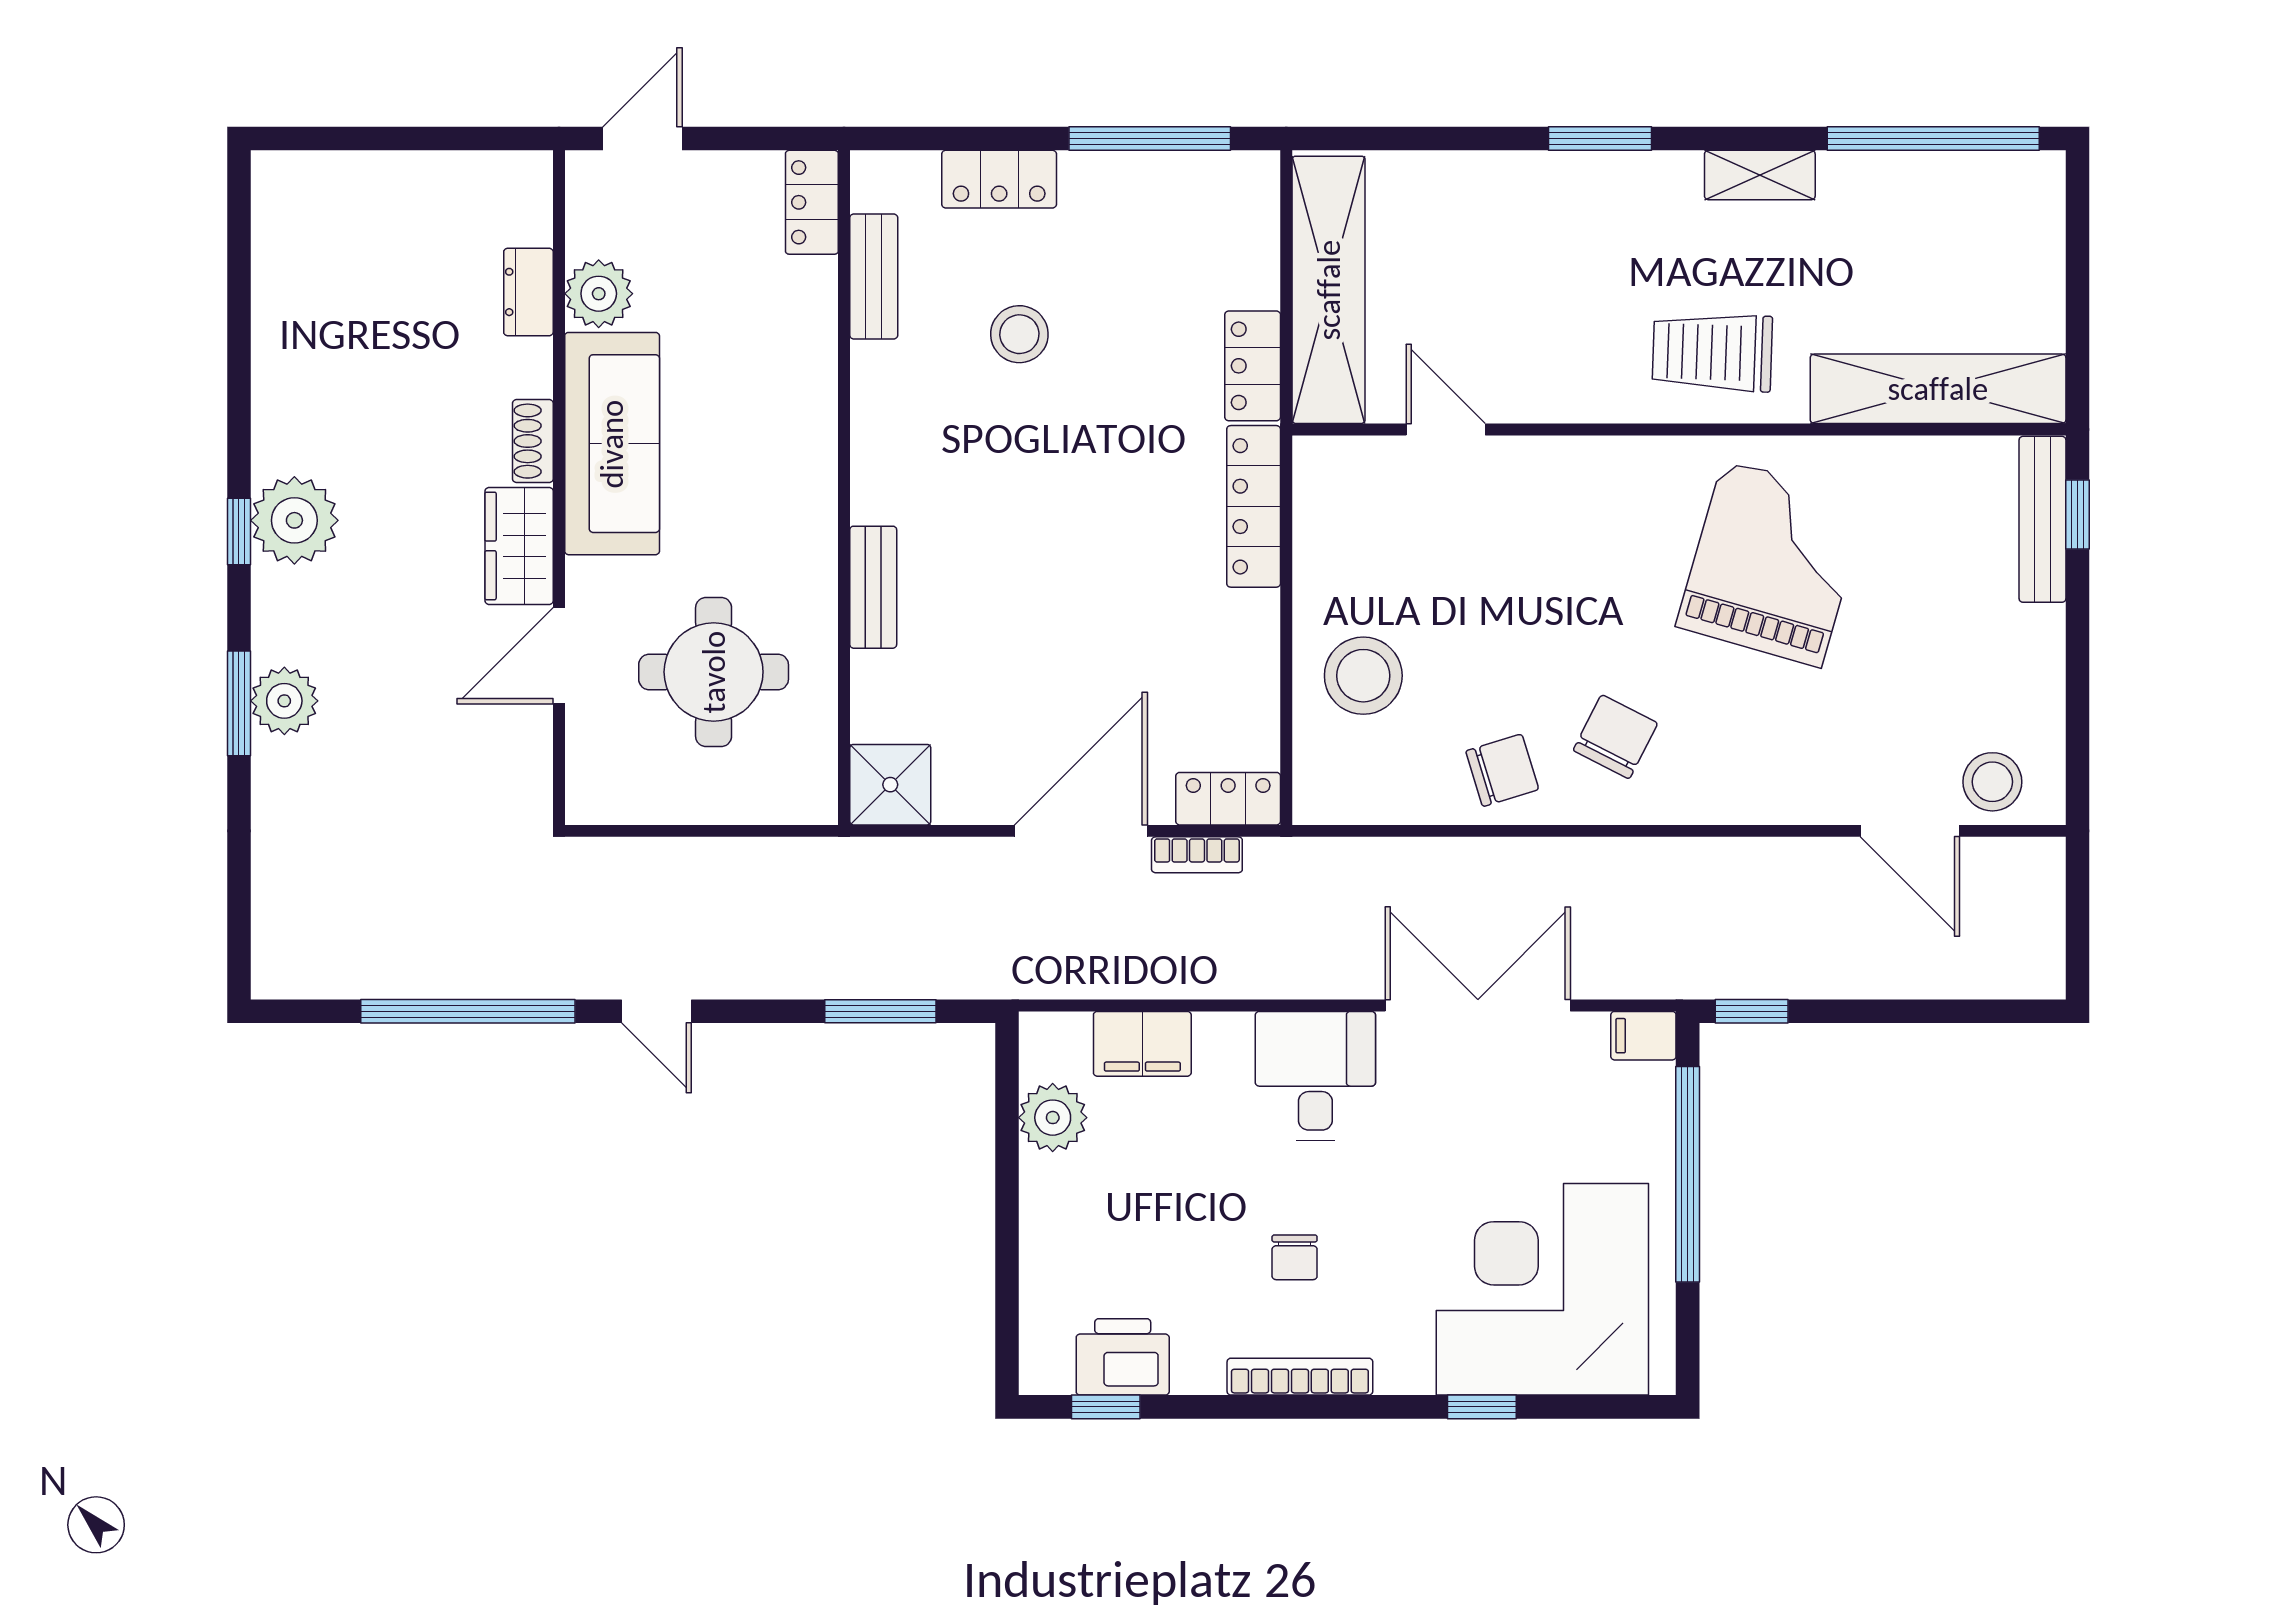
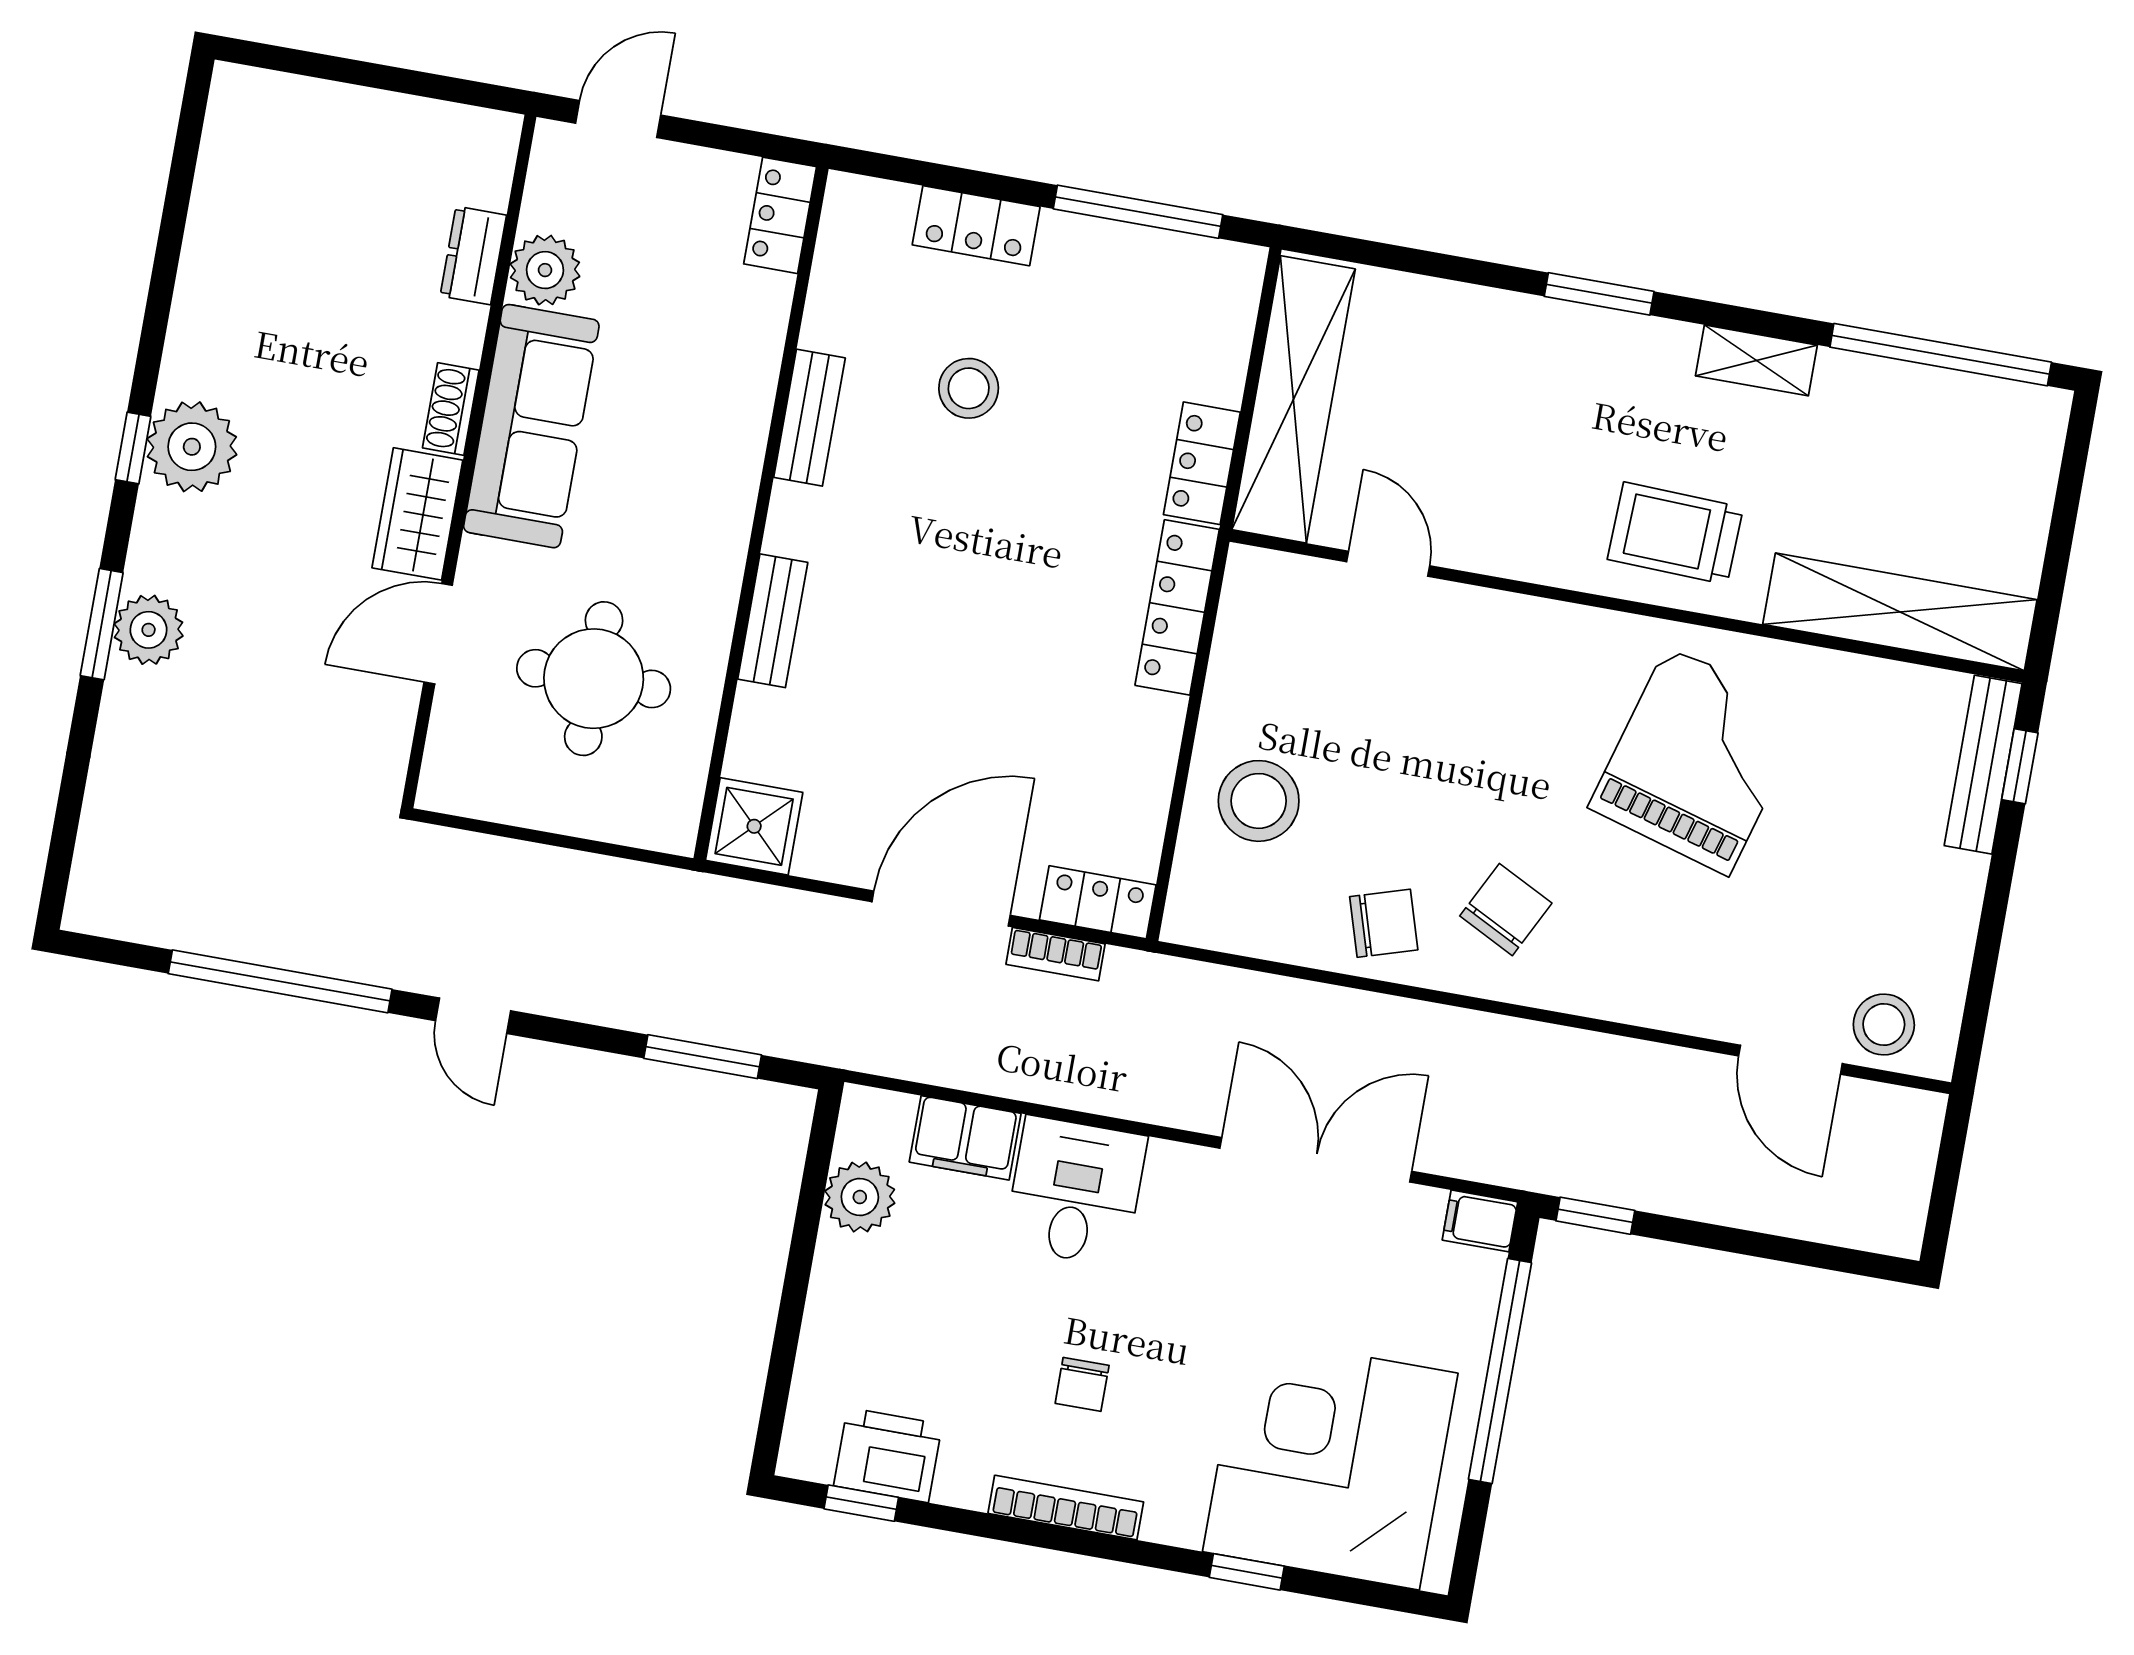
bench: (874, 276) -> (809, 418), moved
desk: (1315, 1076) -> (1075, 1191), moved

